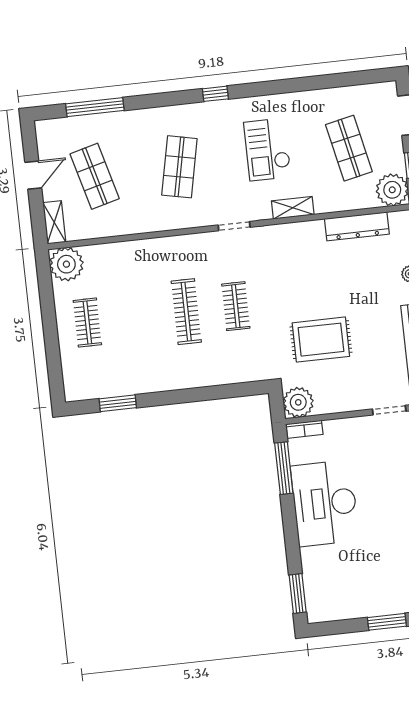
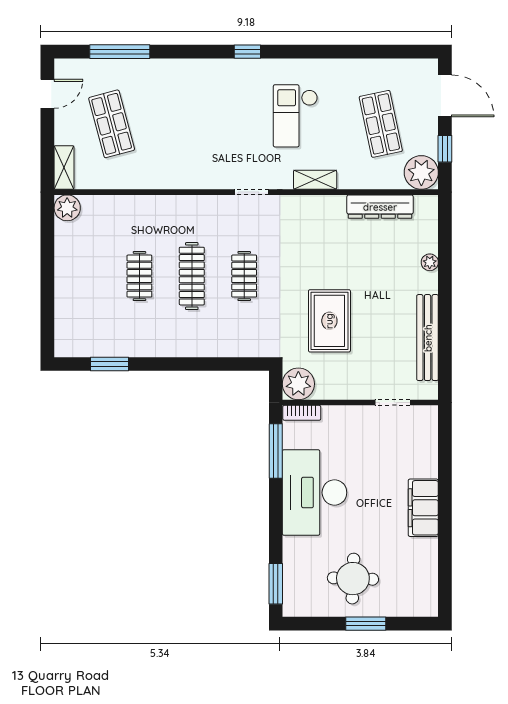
shop shelf: (179, 167) -> (201, 124), removed
door: (33, 175) -> (47, 94), moved
plant: (66, 264) -> (67, 208), width x0.73, depth x0.73
clothes rail: (87, 323) -> (139, 276), moved
rug: (321, 340) -> (329, 321), turned 90
round table: (370, 581) -> (353, 579), added

